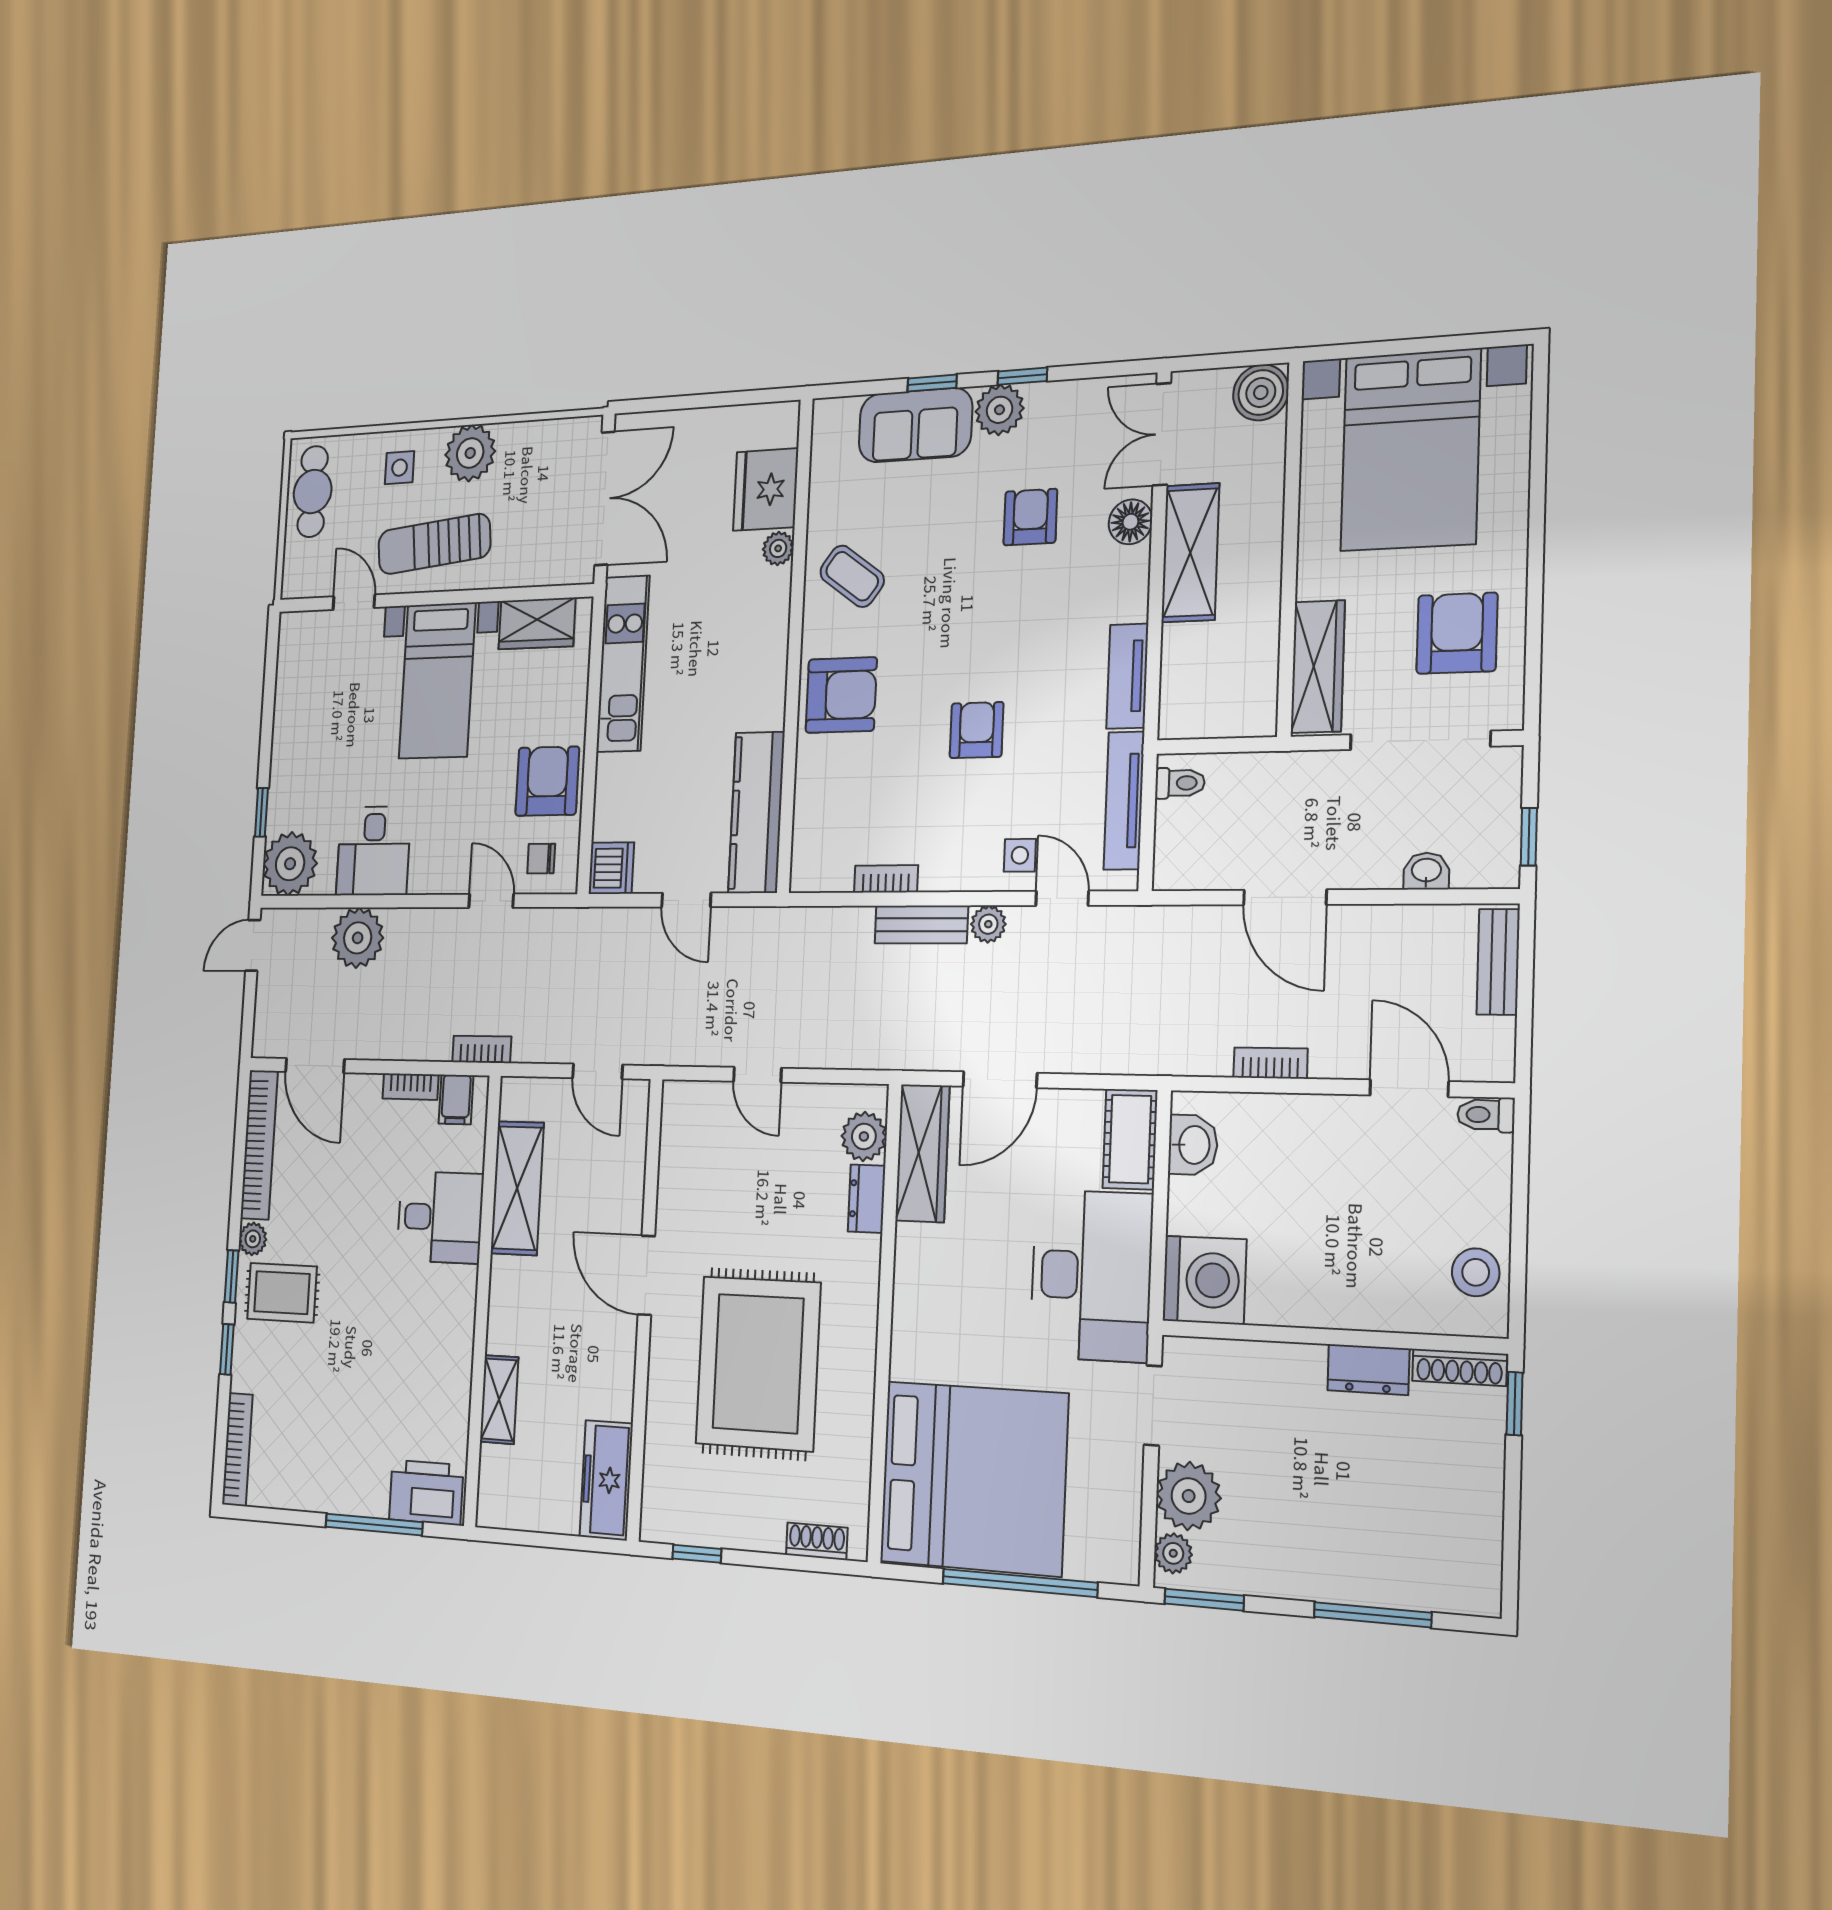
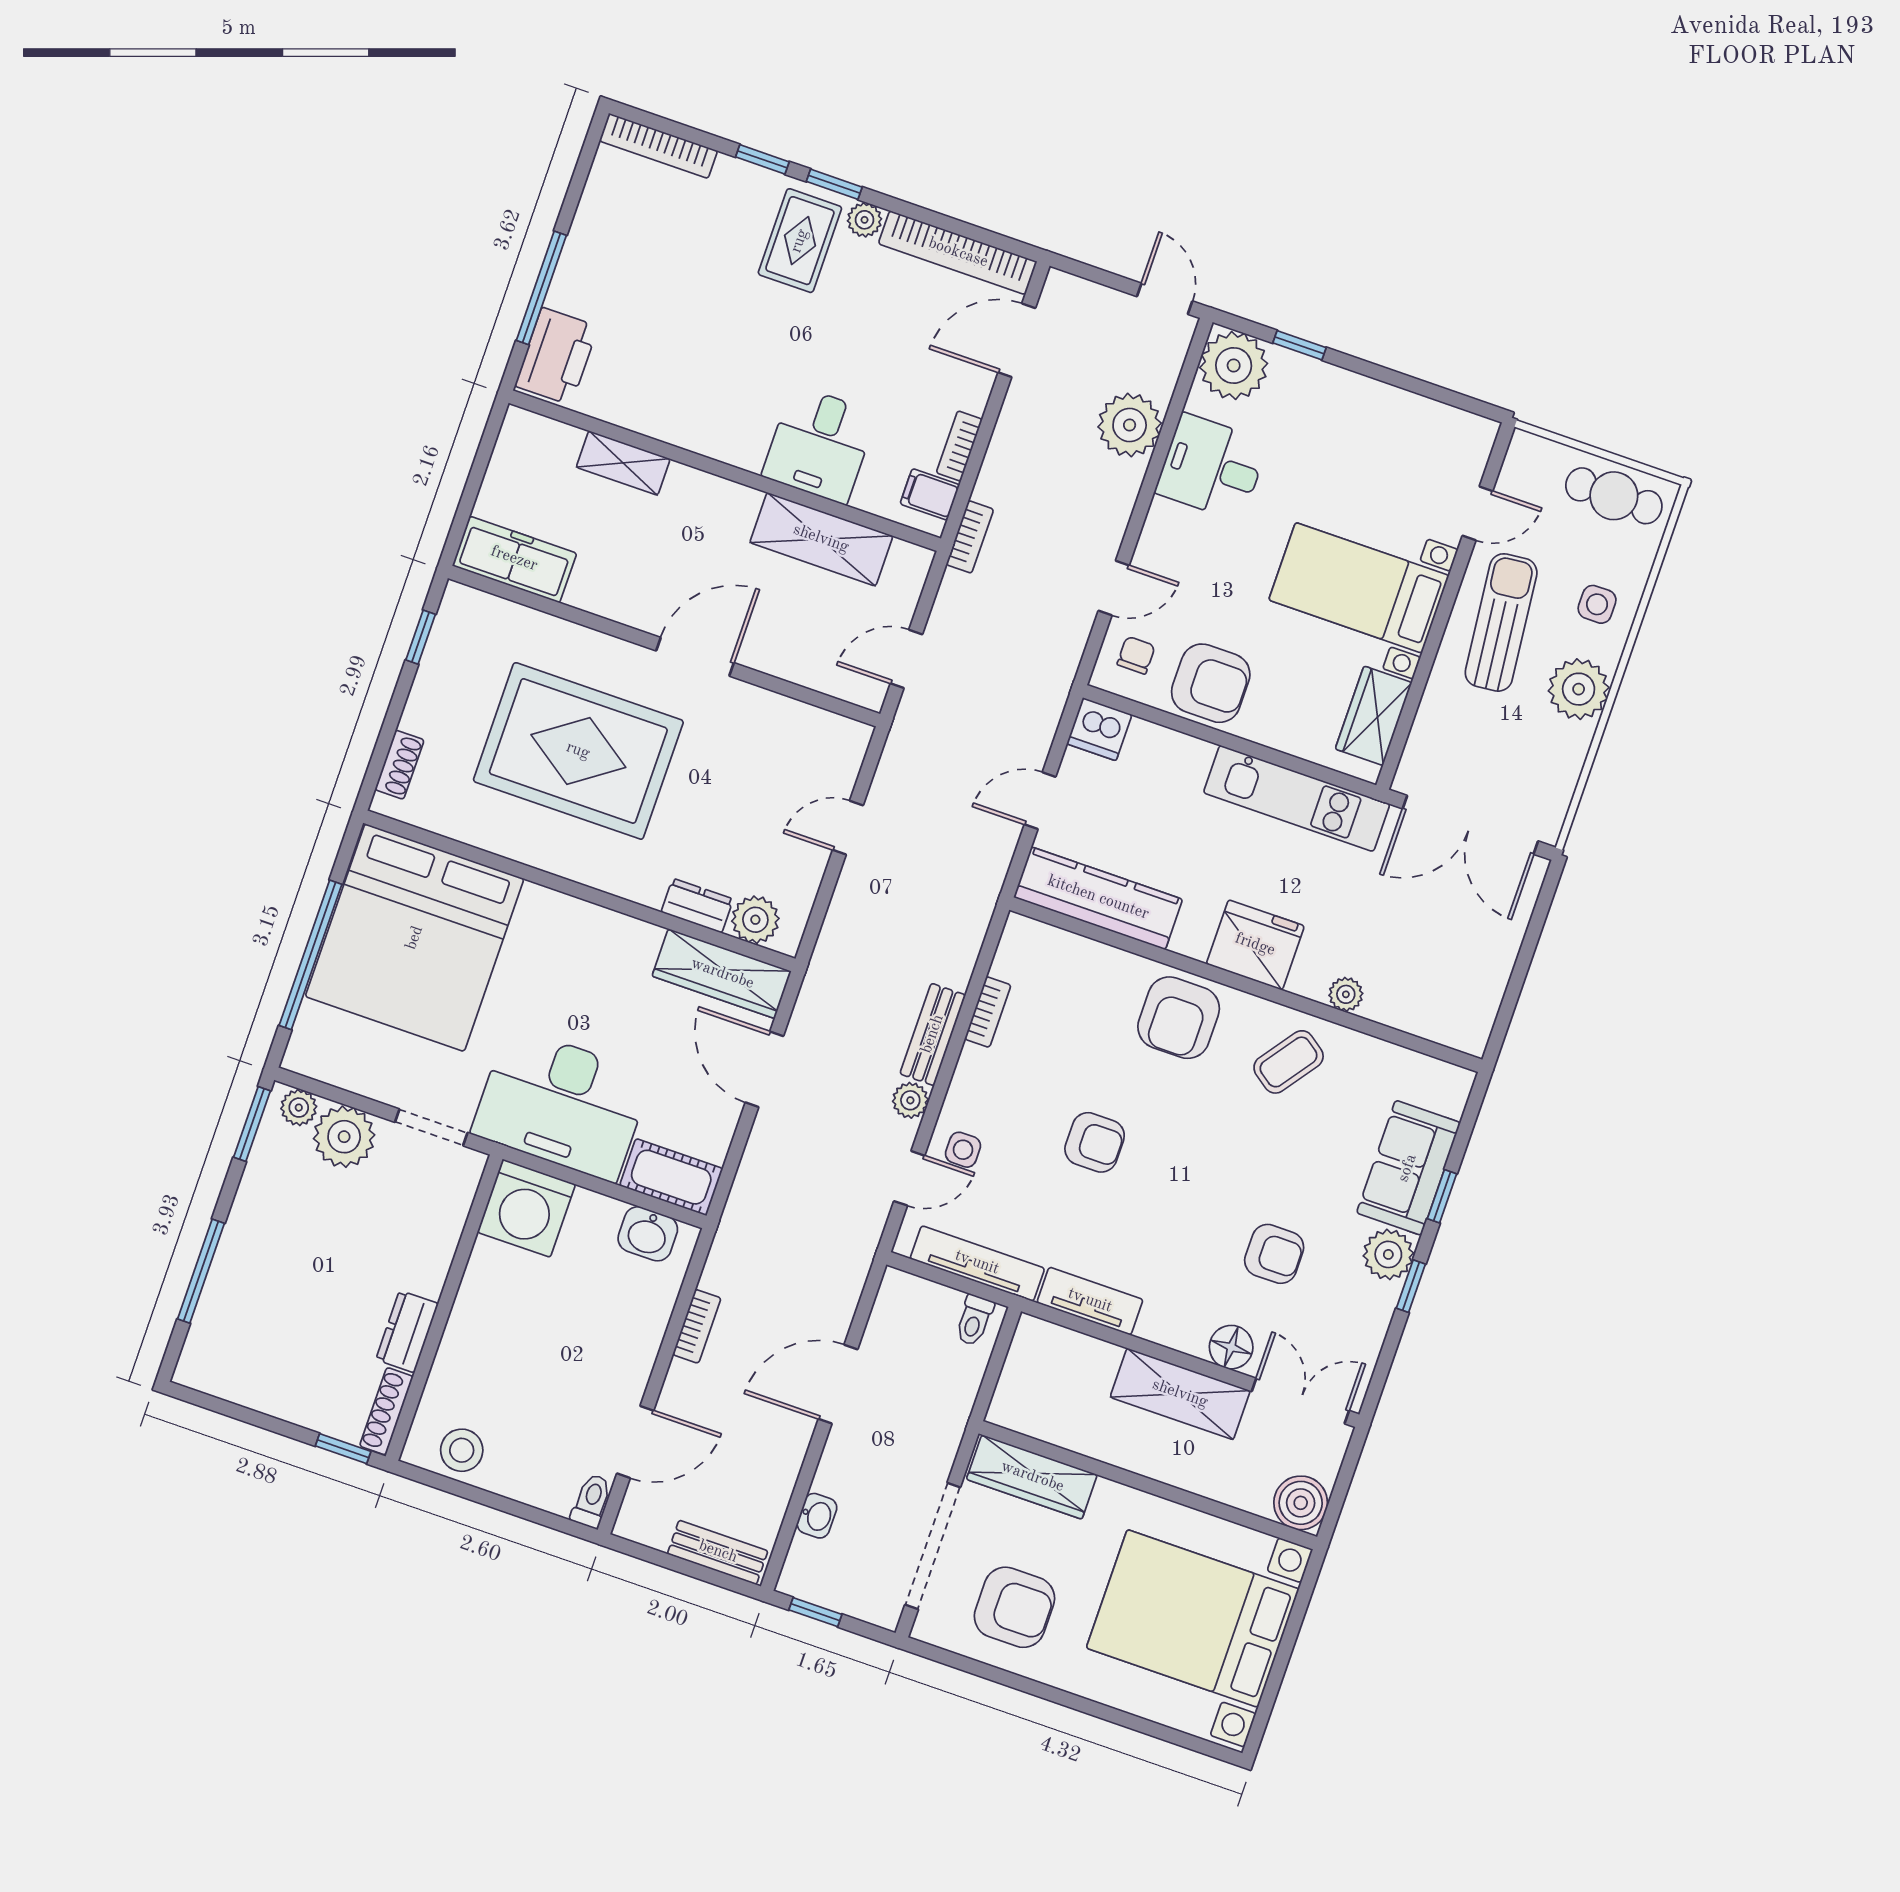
fridge: (766, 490) -> (1255, 945), moved

